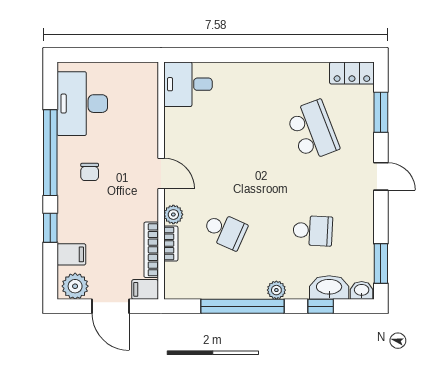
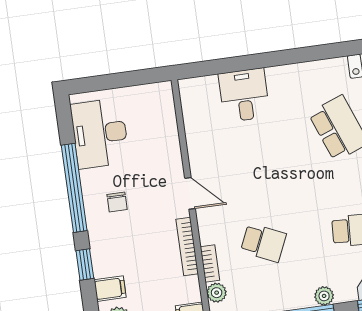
desk: (188, 84) -> (244, 95), moved, turned 90
plant: (173, 215) -> (217, 293), moved
bookcase: (151, 250) -> (187, 246), moved

